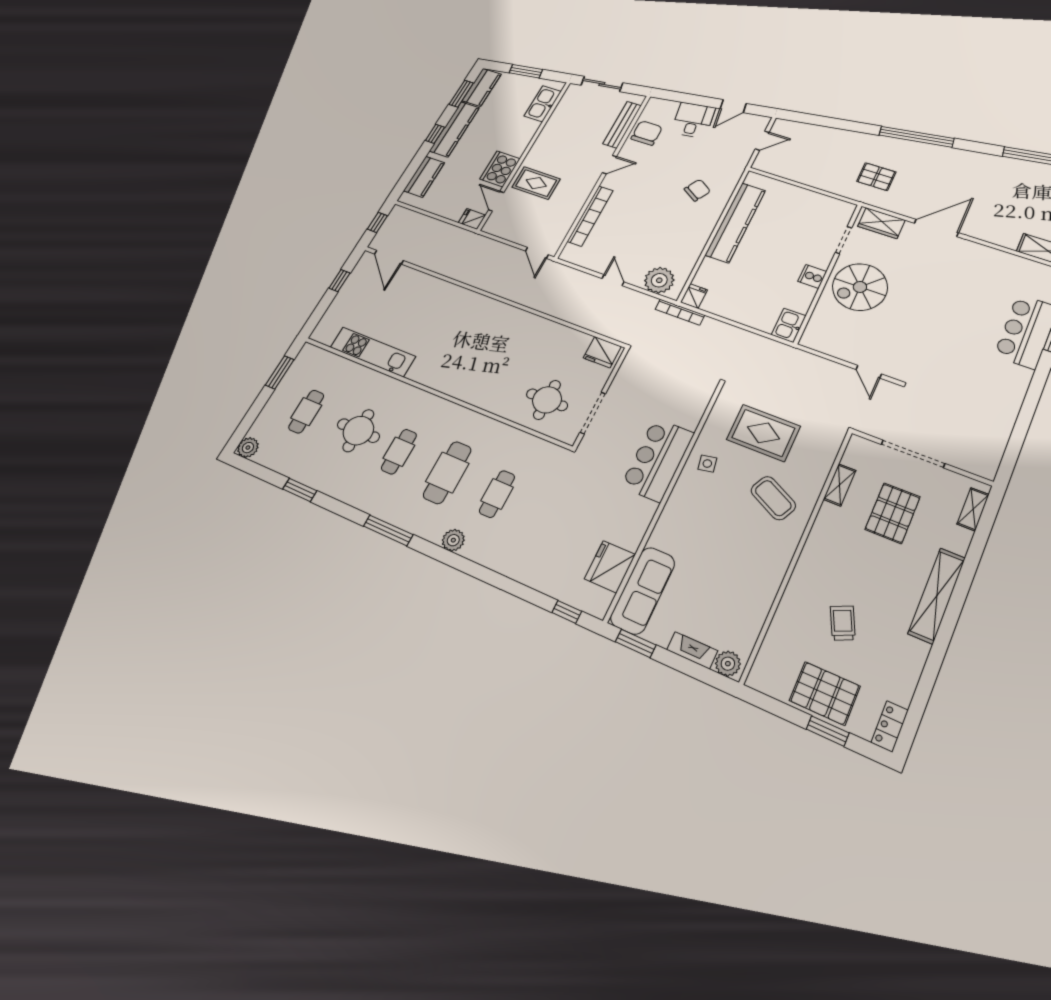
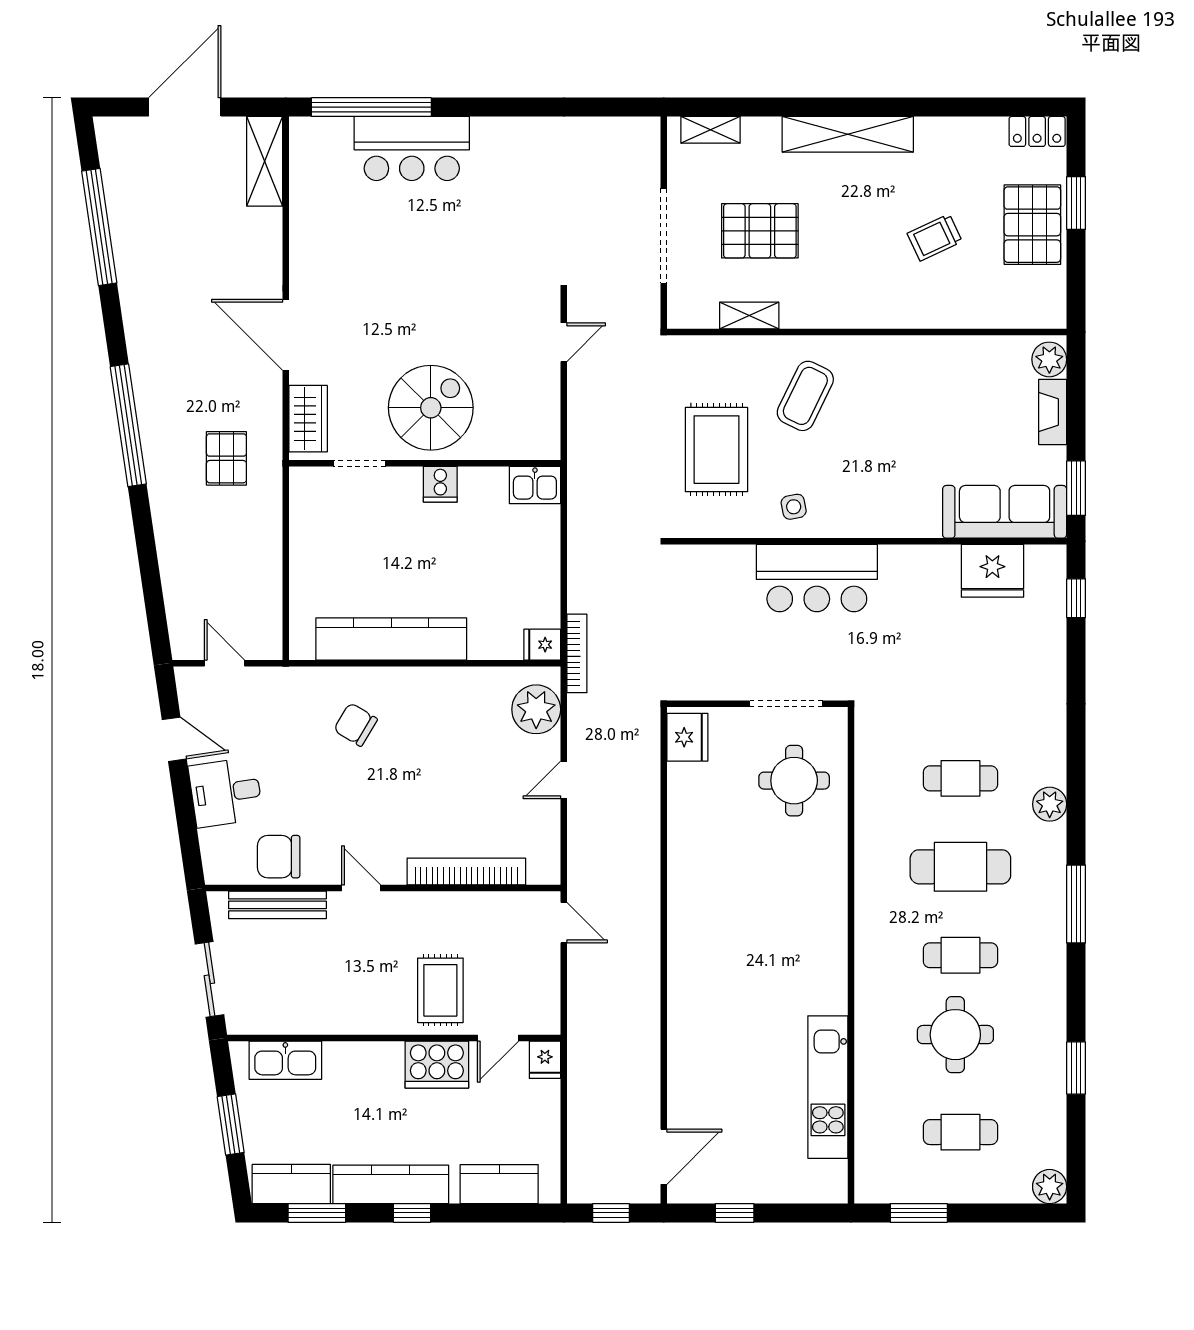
door: (537, 253) -> (564, 923), hinge flipped
spiral stairs: (860, 287) -> (431, 408), turned -90

